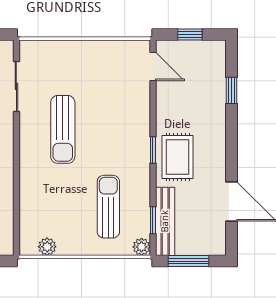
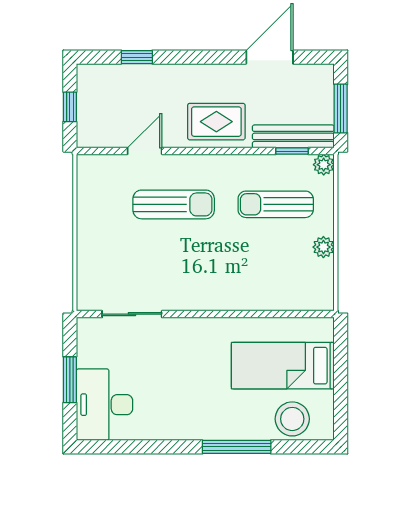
door: (153, 66) -> (145, 151), moved
sun lounger: (63, 129) -> (174, 204), moved
window: (153, 150) -> (208, 151), removed
plant: (47, 247) -> (323, 247), moved

